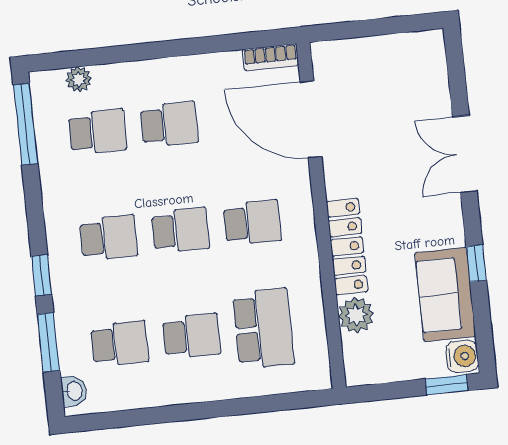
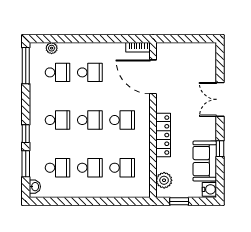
plant: (356, 315) -> (164, 180), moved
school desk: (263, 329) -> (122, 168), width x0.54
window: (447, 385) -> (179, 201), moved

